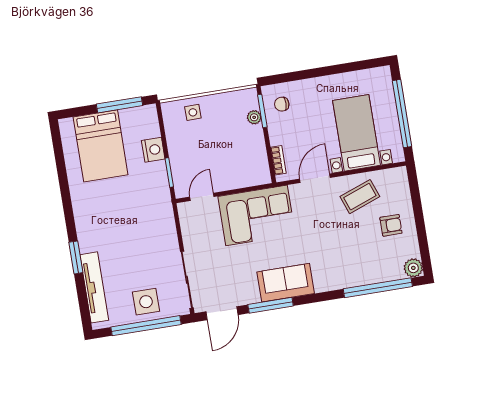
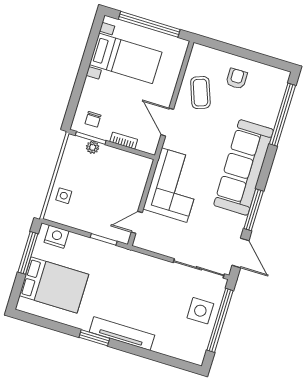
bed with nightstands: (357, 133) -> (126, 58), moved, turned 180
nightstand: (153, 150) -> (56, 237), moved
bookcase: (278, 160) -> (124, 141), moved
door: (202, 197) -> (137, 222), hinge flipped
window: (76, 257) -> (94, 338), moved
plant: (413, 268) -> (281, 77), removed
sofa: (286, 283) -> (244, 167), width x1.85, depth x1.27
tv unit: (94, 287) -> (122, 333), moved

